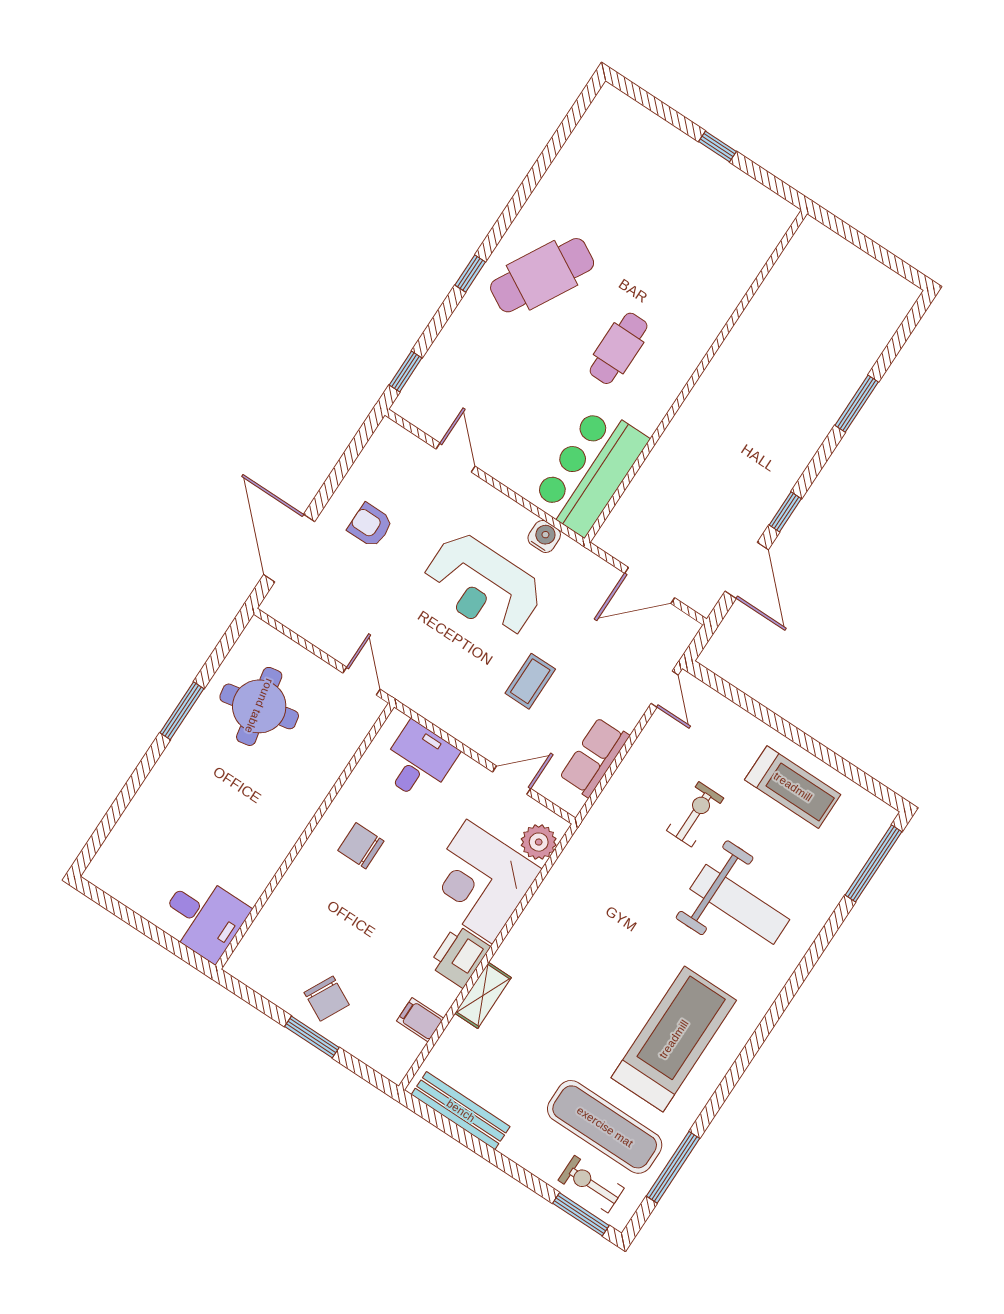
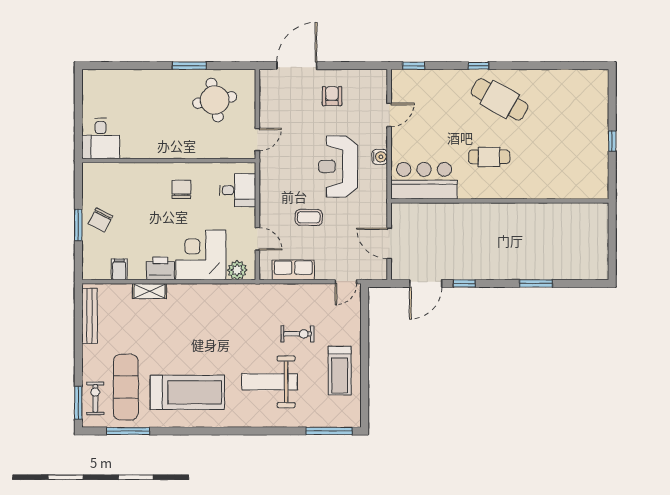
water cooler: (544, 536) -> (380, 157), moved
weight bench: (740, 904) -> (270, 382), turned 90

